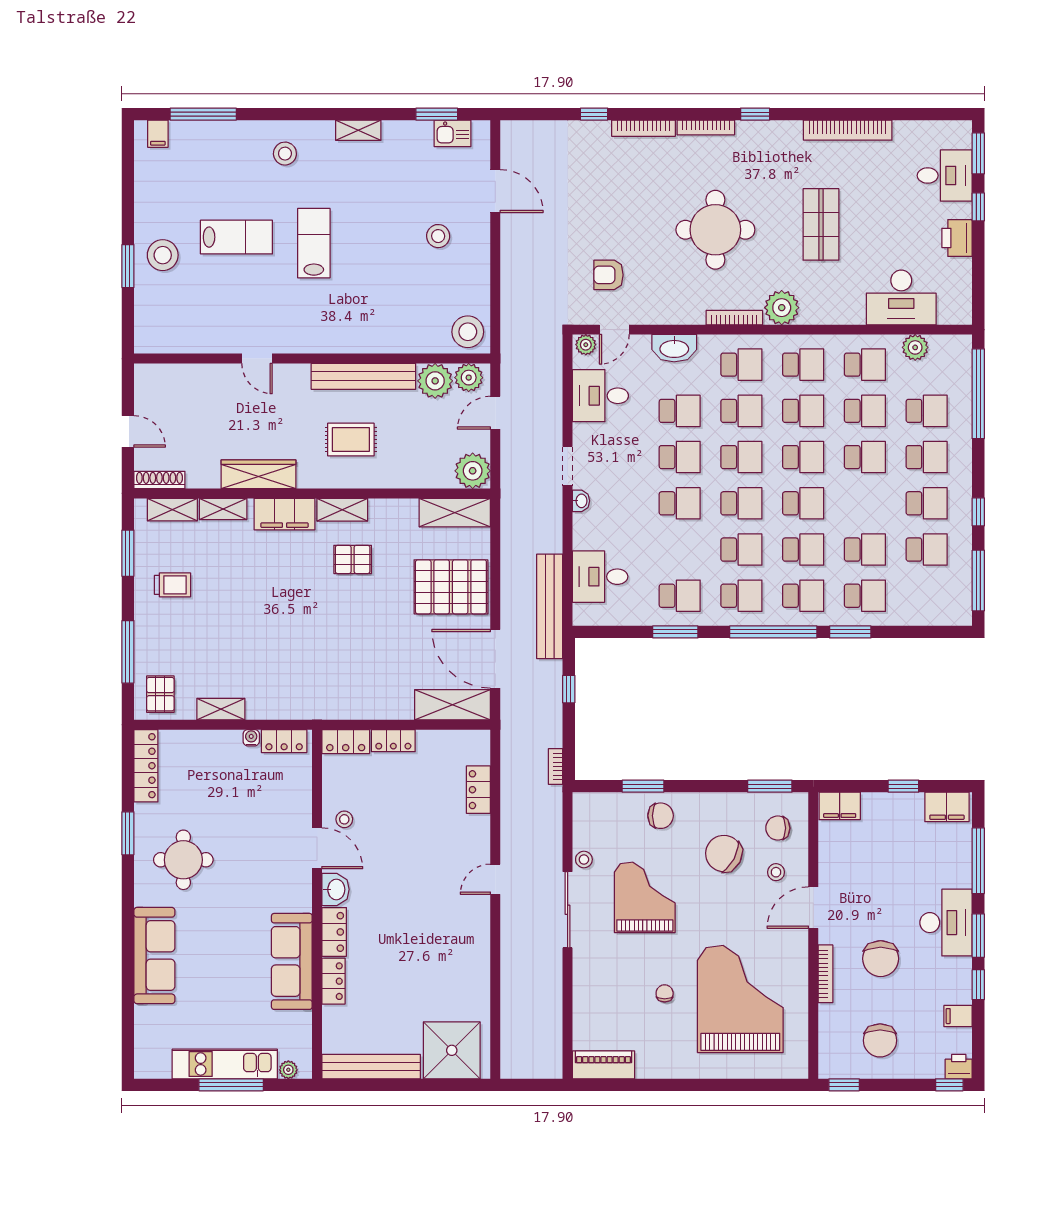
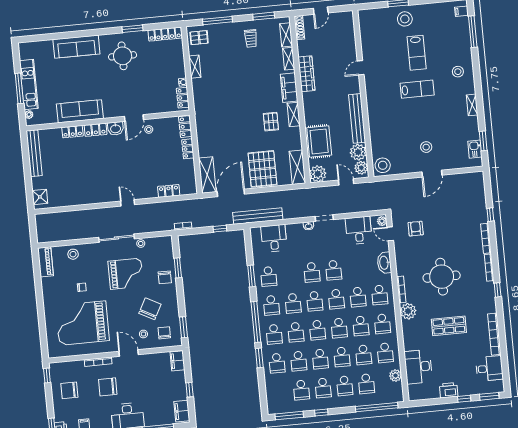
desk: (945, 176) -> (489, 368), moved, turned -90
door: (495, 191) -> (432, 174), moved
school desk: (680, 411) -> (320, 359), moved
rug: (351, 440) -> (319, 141), moved, width x1.36, depth x1.43
grand piano: (740, 999) -> (82, 323), turned 180
stool: (593, 1005) -> (73, 254), added
shower: (452, 1050) -> (40, 197), width x0.54, depth x0.54

